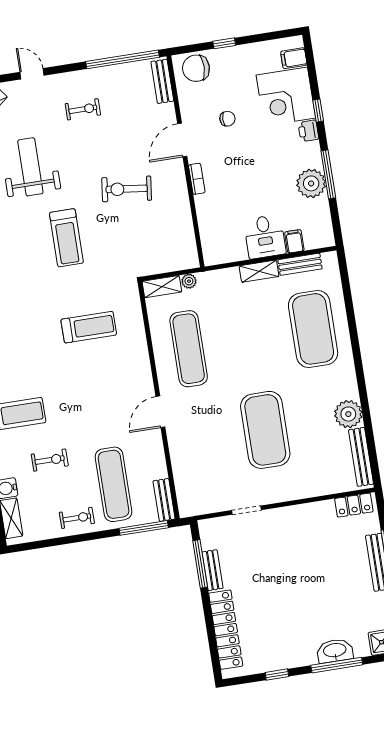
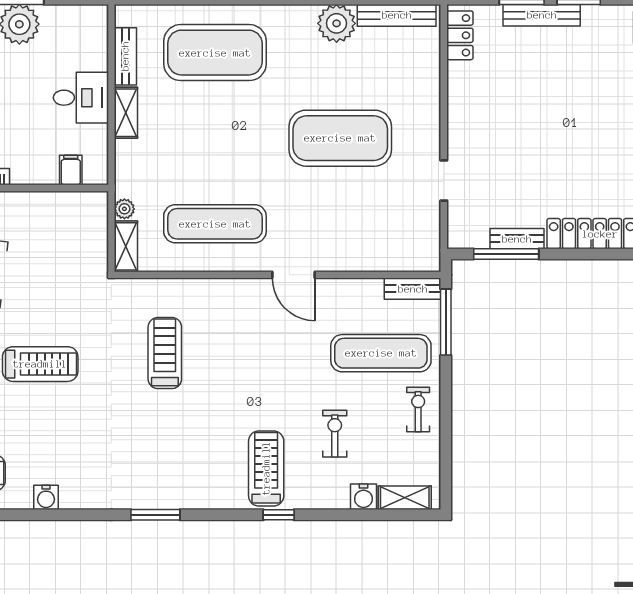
filing cabinet: (294, 241) -> (71, 170), moved, turned 90

